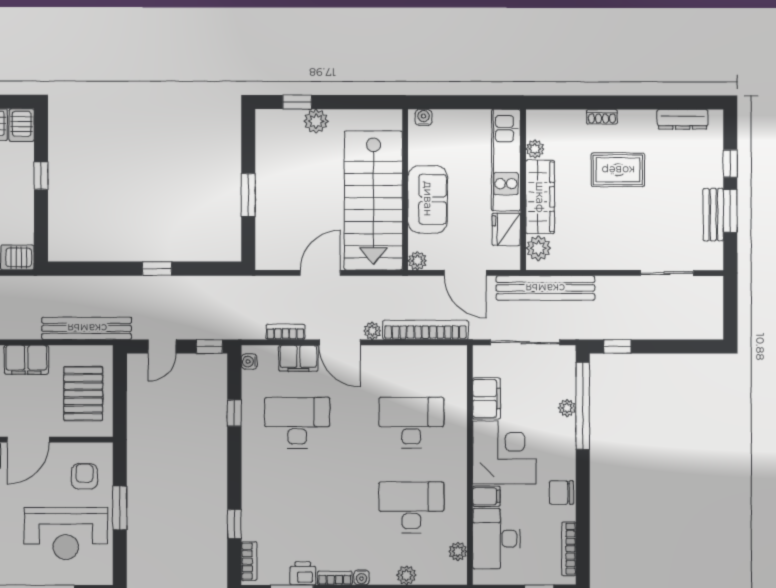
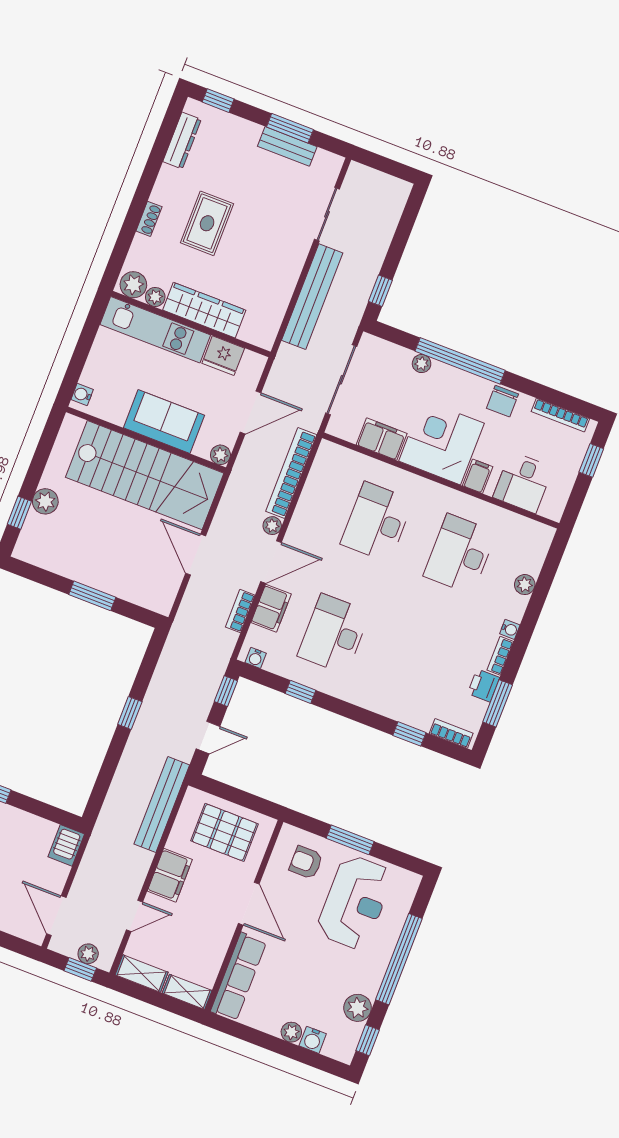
window: (730, 164) -> (218, 101), moved
plant: (538, 248) -> (133, 285), moved
bench: (545, 288) -> (312, 297), moved
door: (162, 346) -> (208, 738), hinge flipped
window: (583, 406) -> (460, 361), moved
desk: (496, 539) -> (523, 482), width x0.73
plant: (458, 551) -> (521, 525), removed

